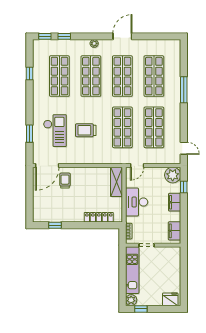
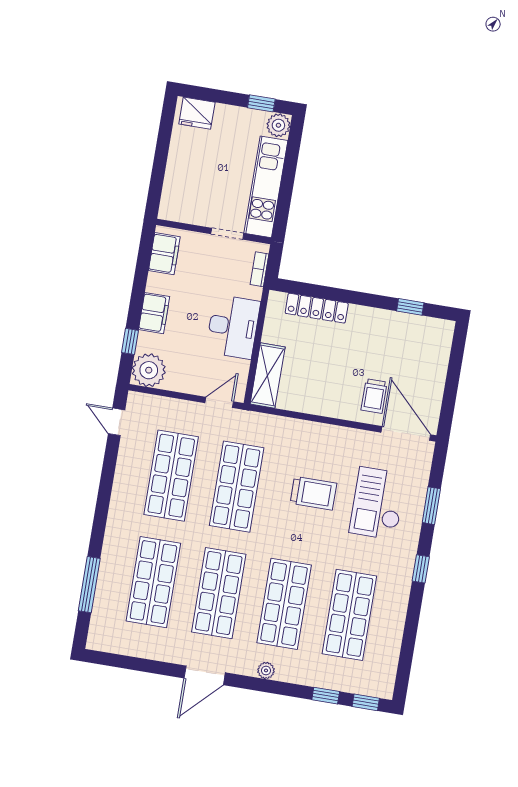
window: (30, 74) -> (421, 569), moved
window: (184, 90) -> (89, 585), moved
door: (47, 166) -> (406, 433), hinge flipped

